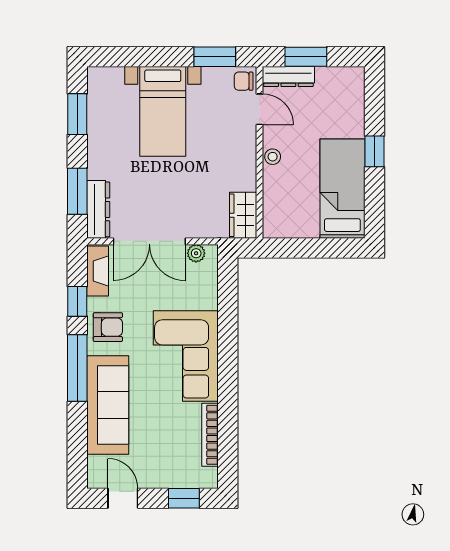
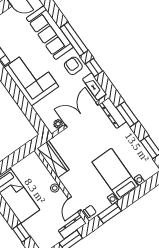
door: (259, 109) -> (75, 204), hinge flipped
window: (374, 151) -> (21, 233), moved
wardrobe: (243, 215) -> (53, 159), width x1.50
armchair: (108, 327) -> (73, 66), turned 90

